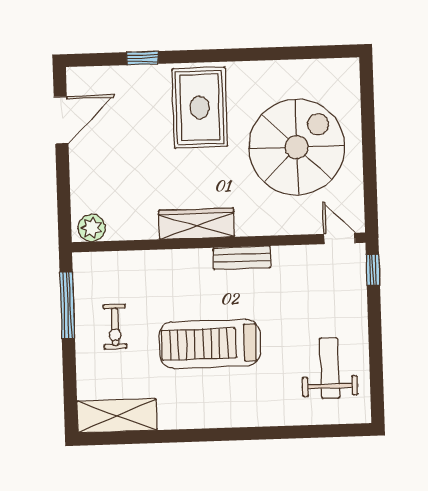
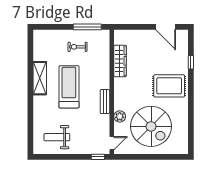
wardrobe: (196, 224) -> (120, 61), moved
plant: (92, 228) -> (120, 116), moved
weight bench: (329, 368) -> (57, 137), turned 180
shelving: (117, 416) -> (40, 78), moved

